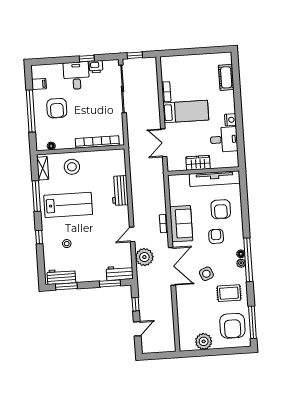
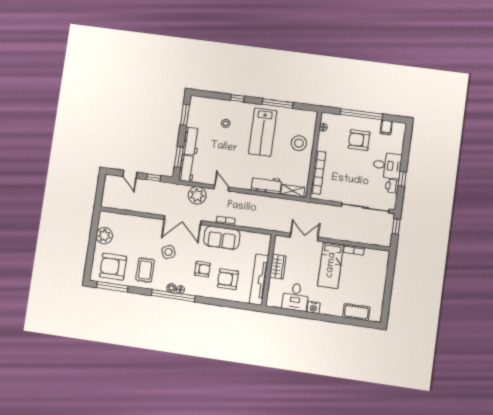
shelving: (43, 168) -> (293, 191), moved
workbench: (61, 276) -> (191, 141), moved

